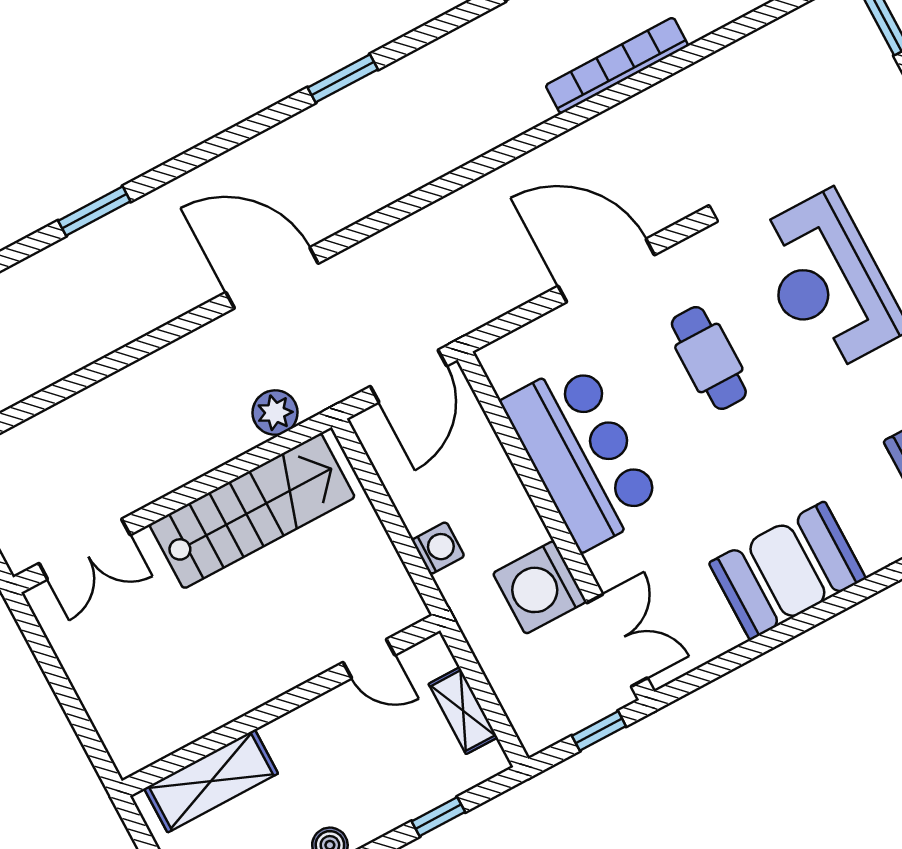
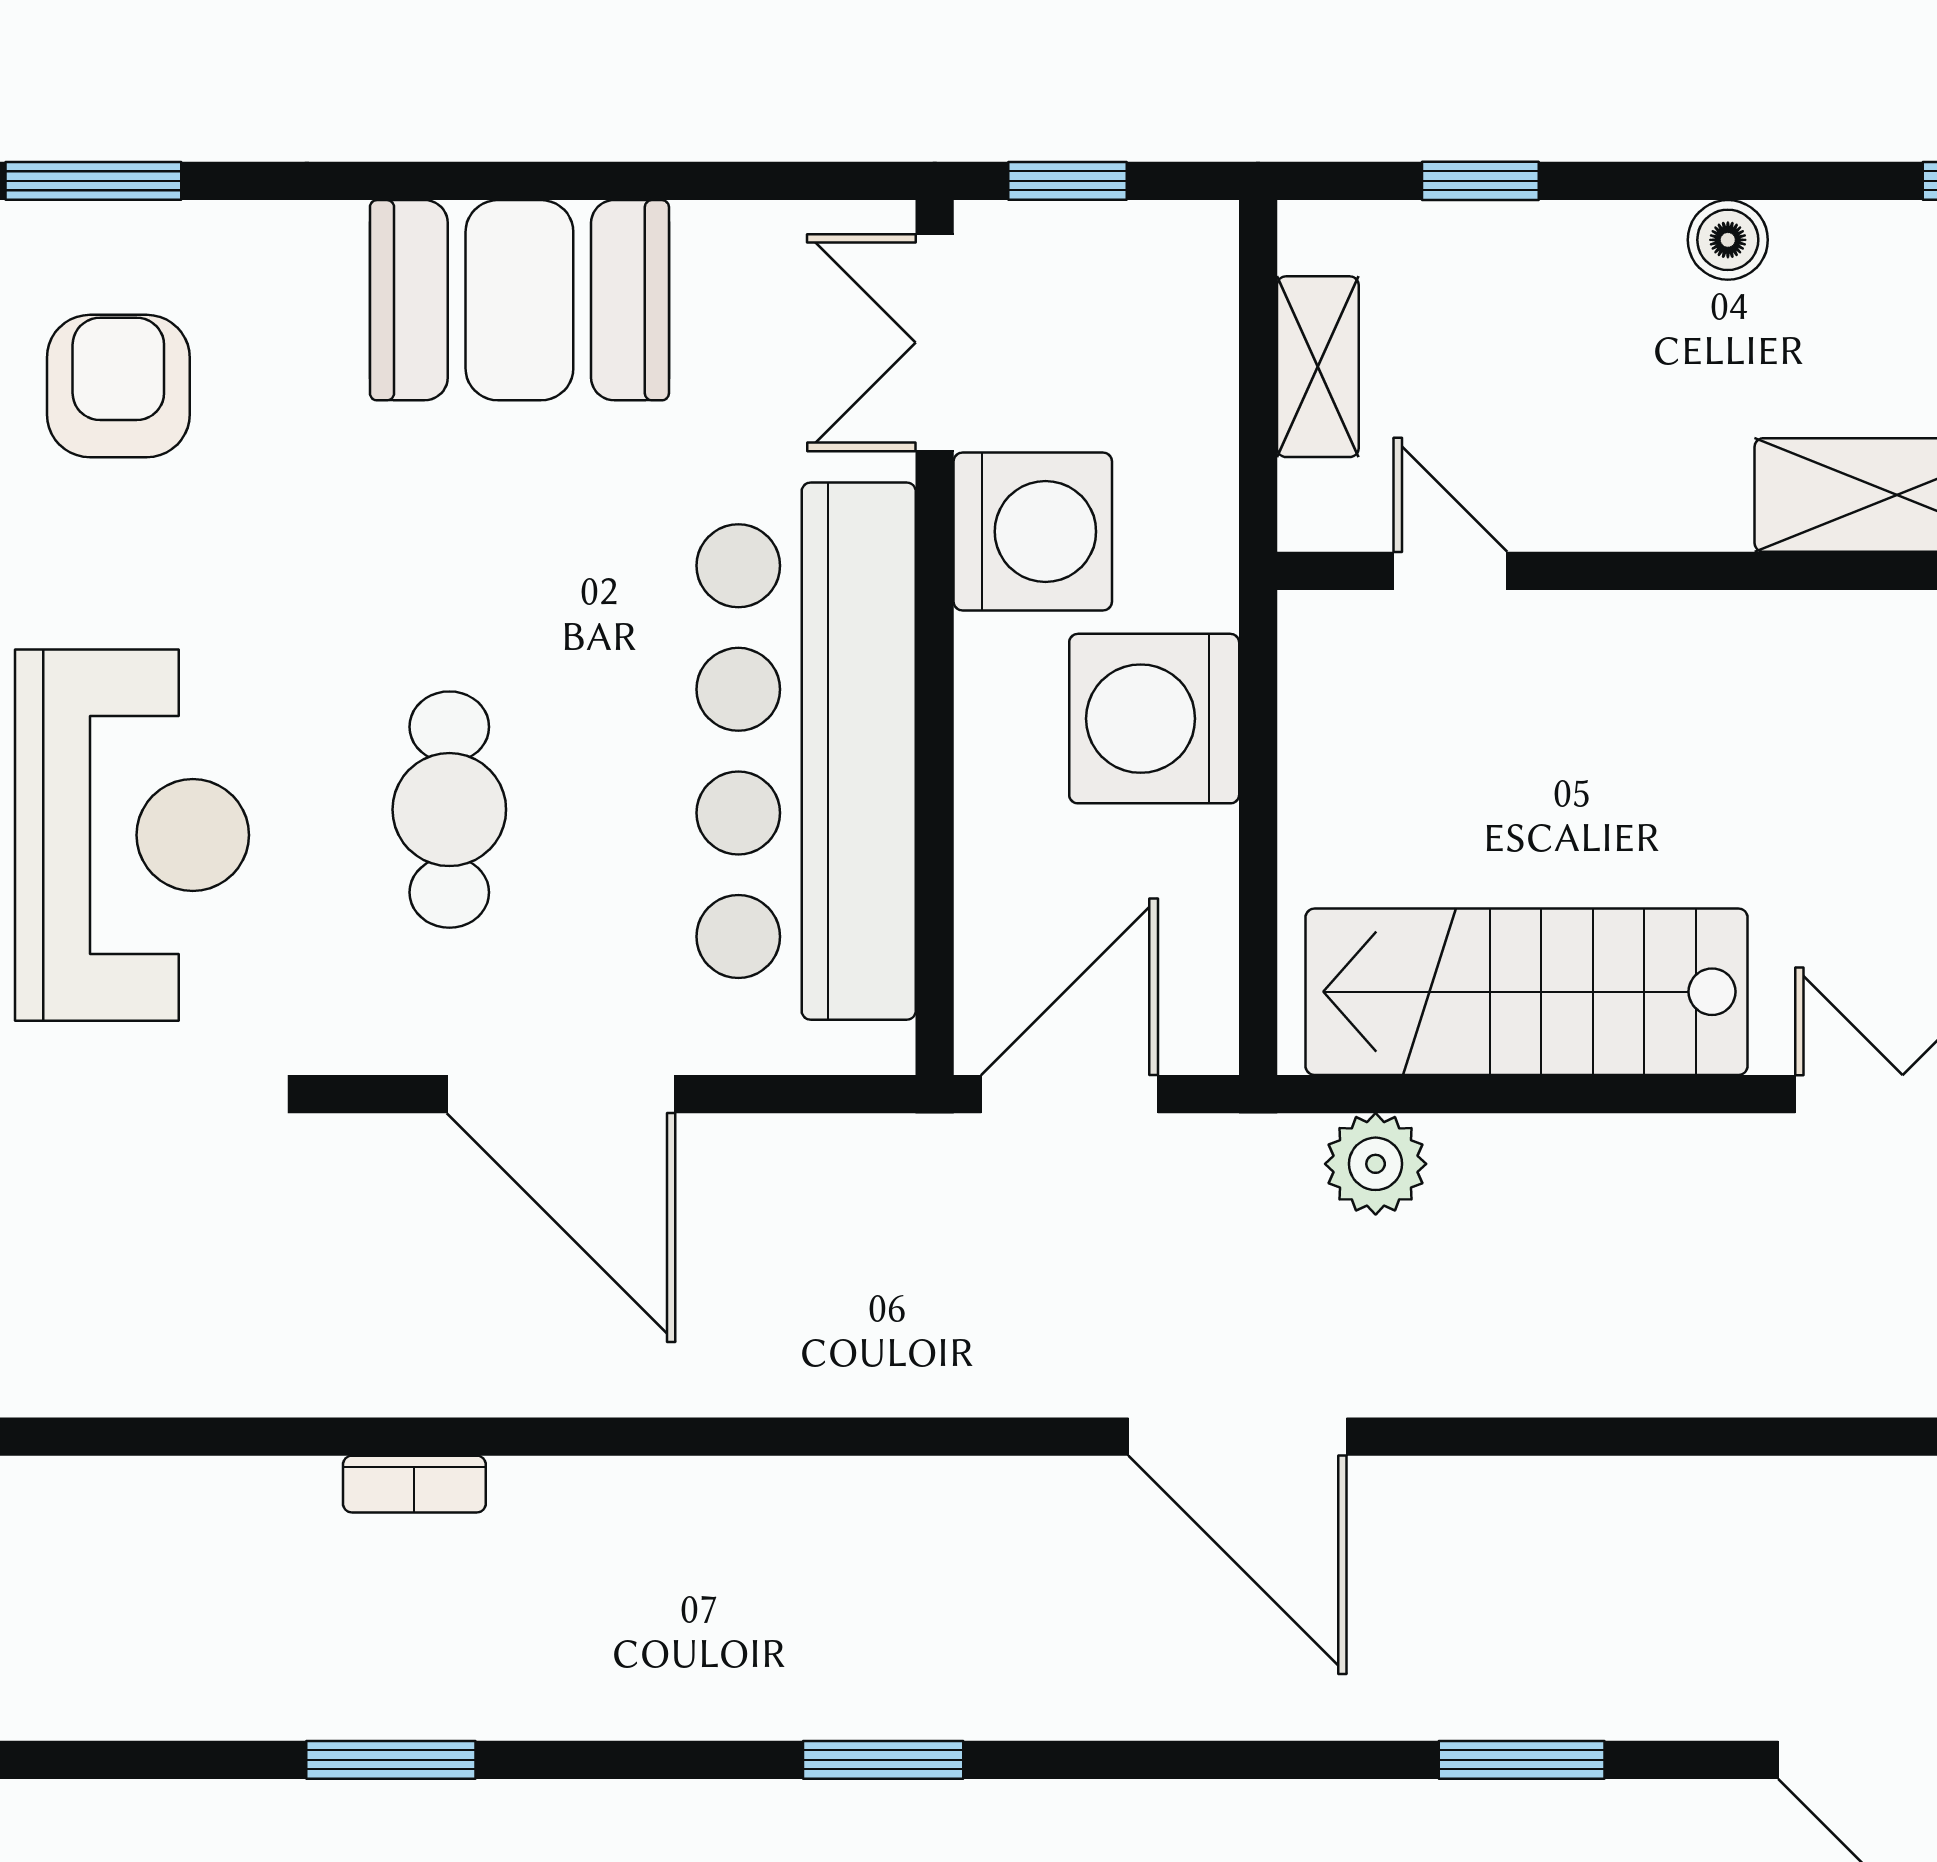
bookcase: (617, 66) -> (414, 1484), width x0.43, depth x0.76
bar counter: (582, 455) -> (806, 751), width x1.36
washing machine: (438, 548) -> (1154, 719), width x1.89, depth x1.89

